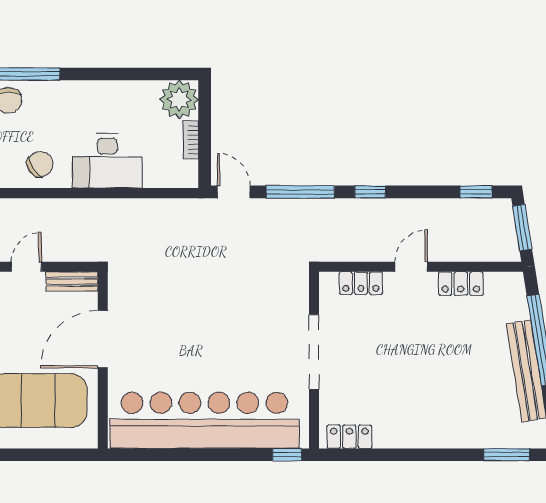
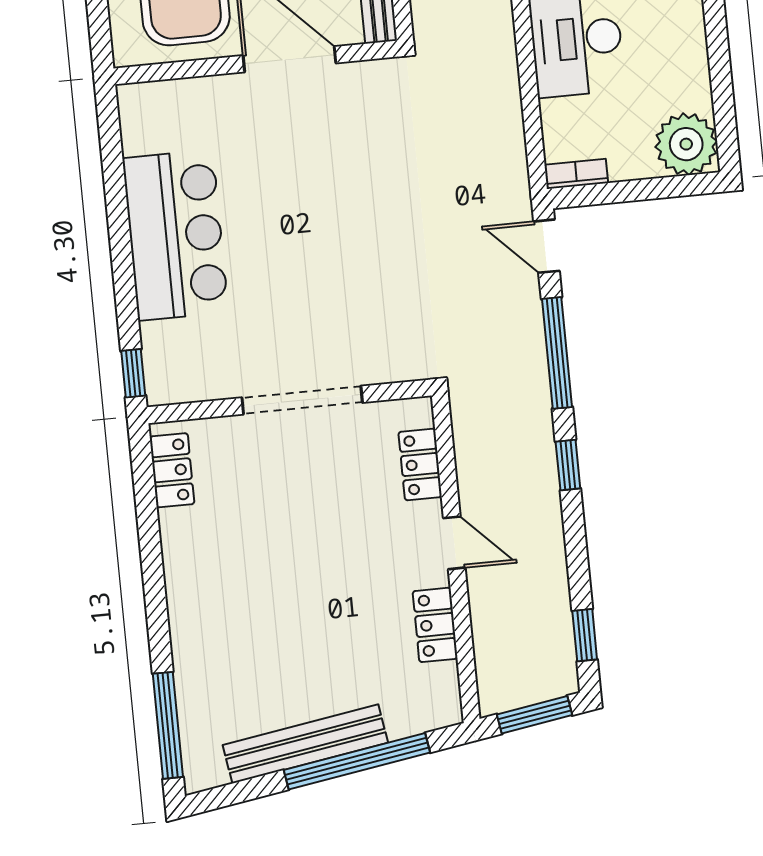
bookcase: (191, 140) -> (576, 174), moved
door: (234, 192) -> (547, 246), swing flipped
bar counter: (204, 420) -> (175, 235), width x0.54
window: (507, 455) -> (168, 725), width x1.44

